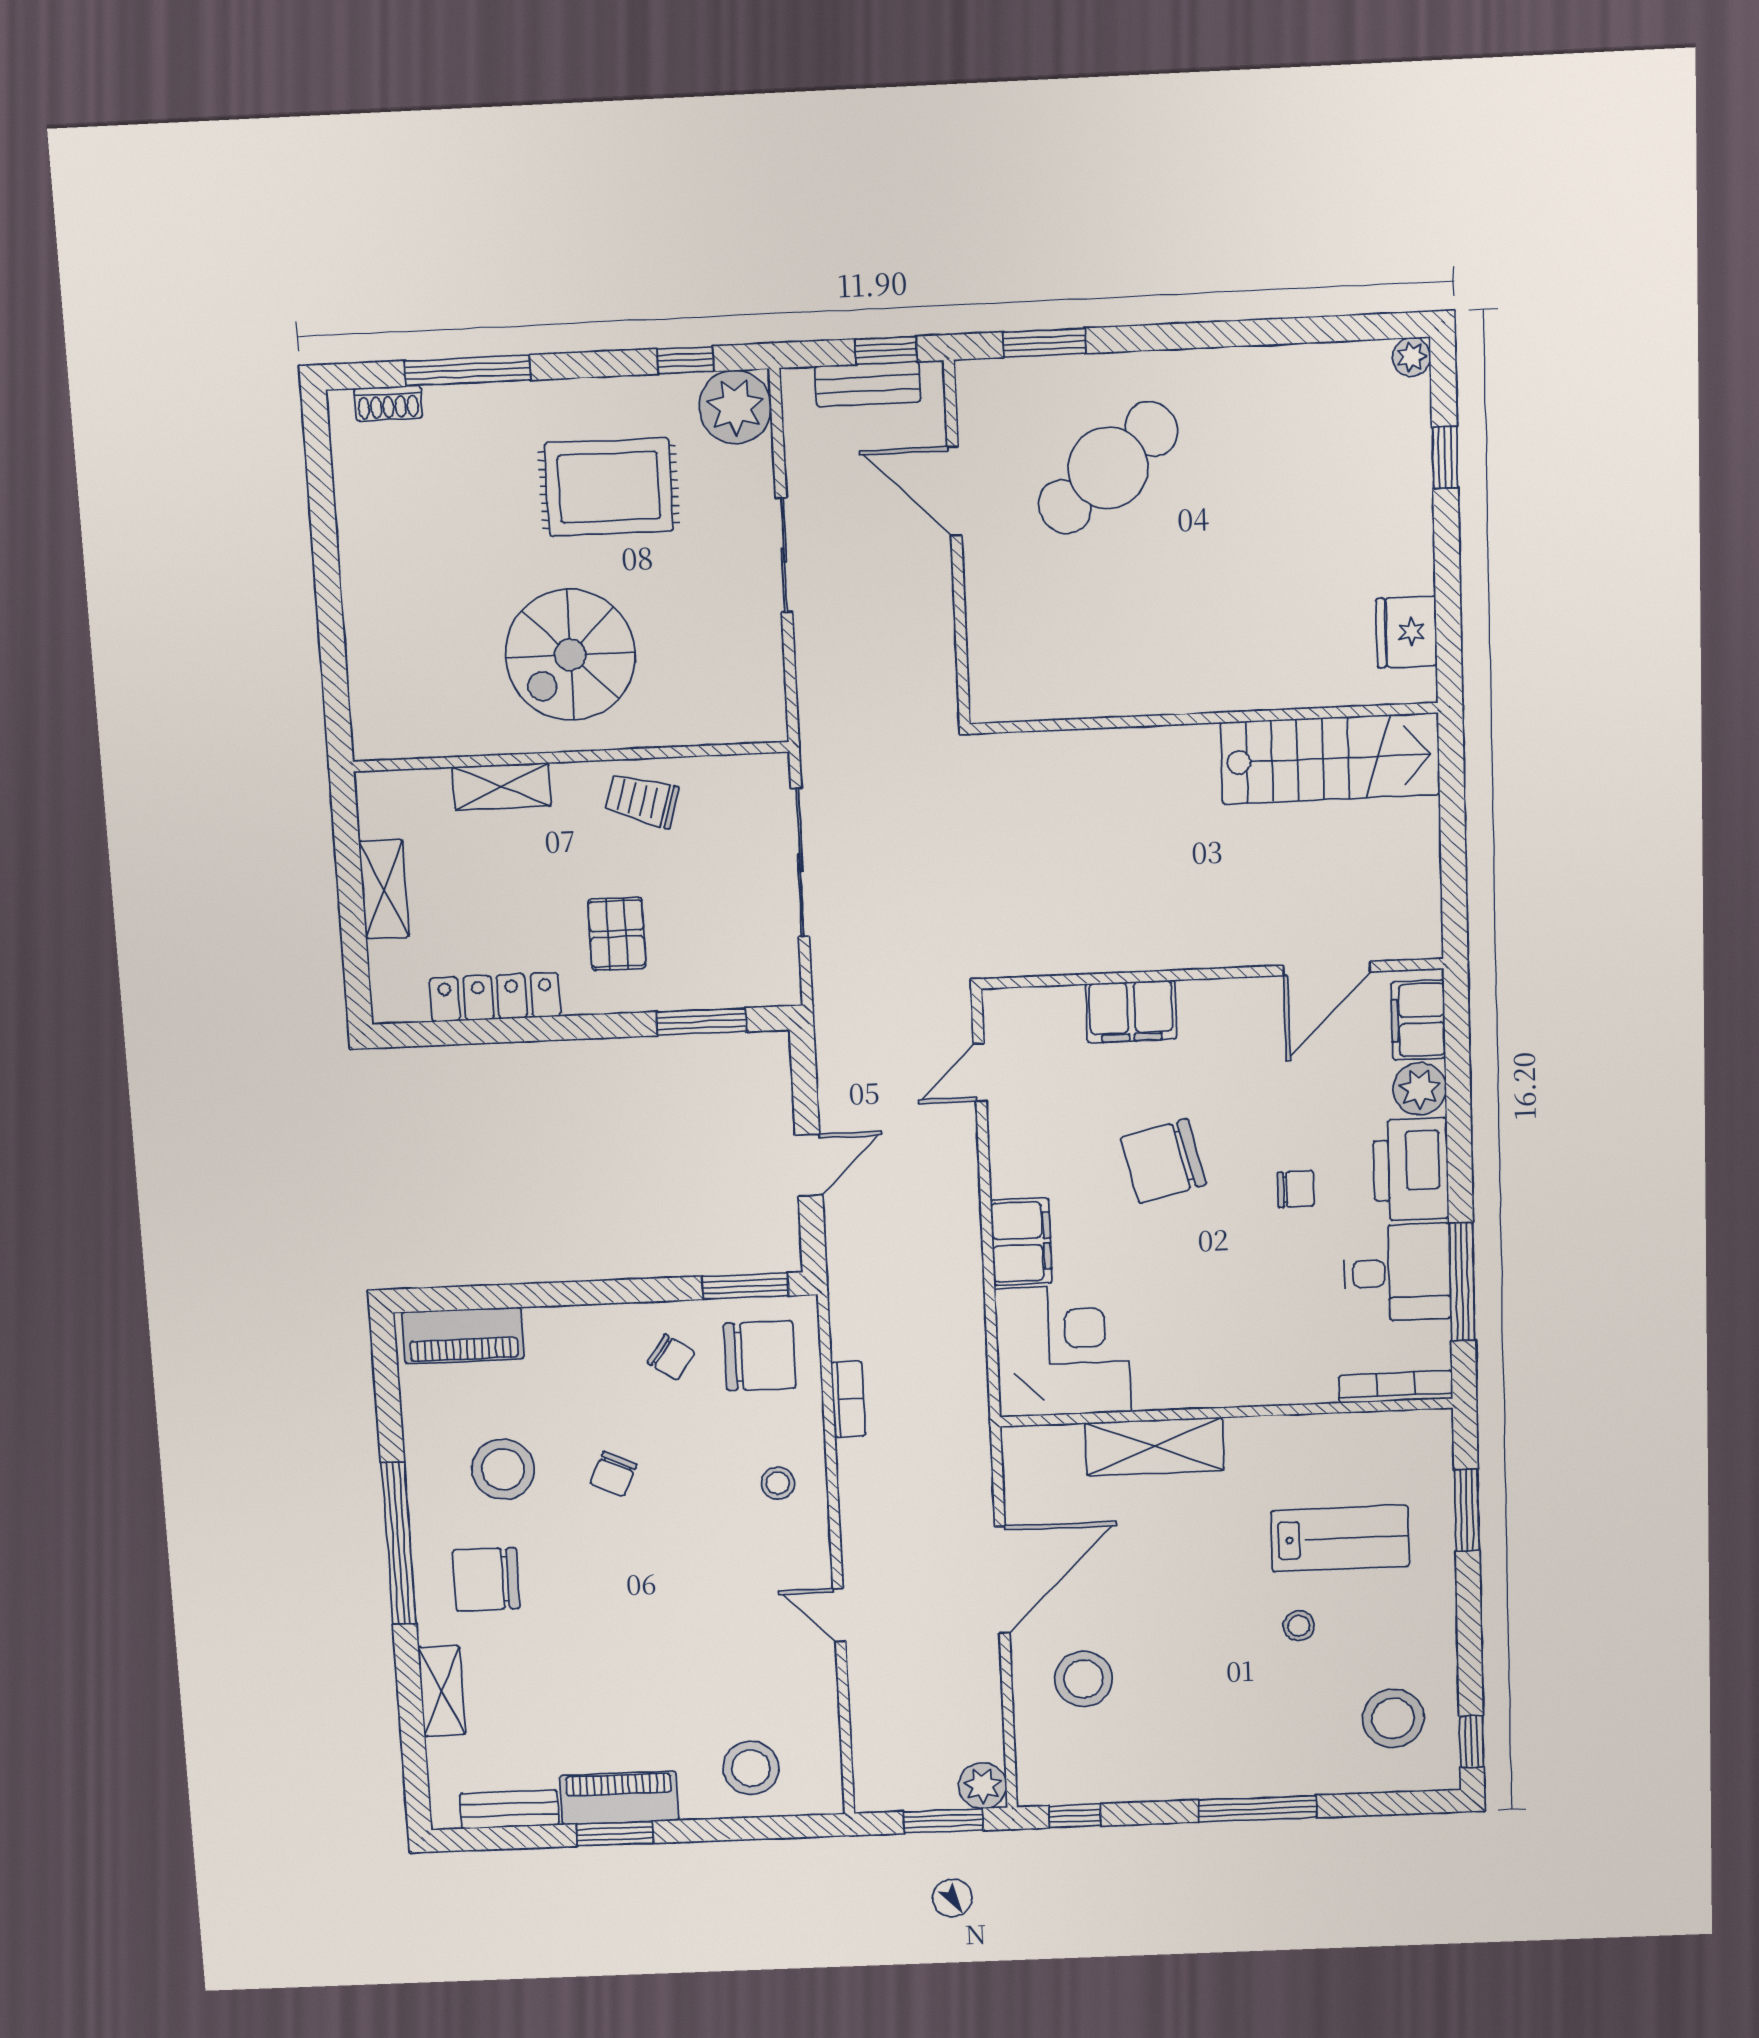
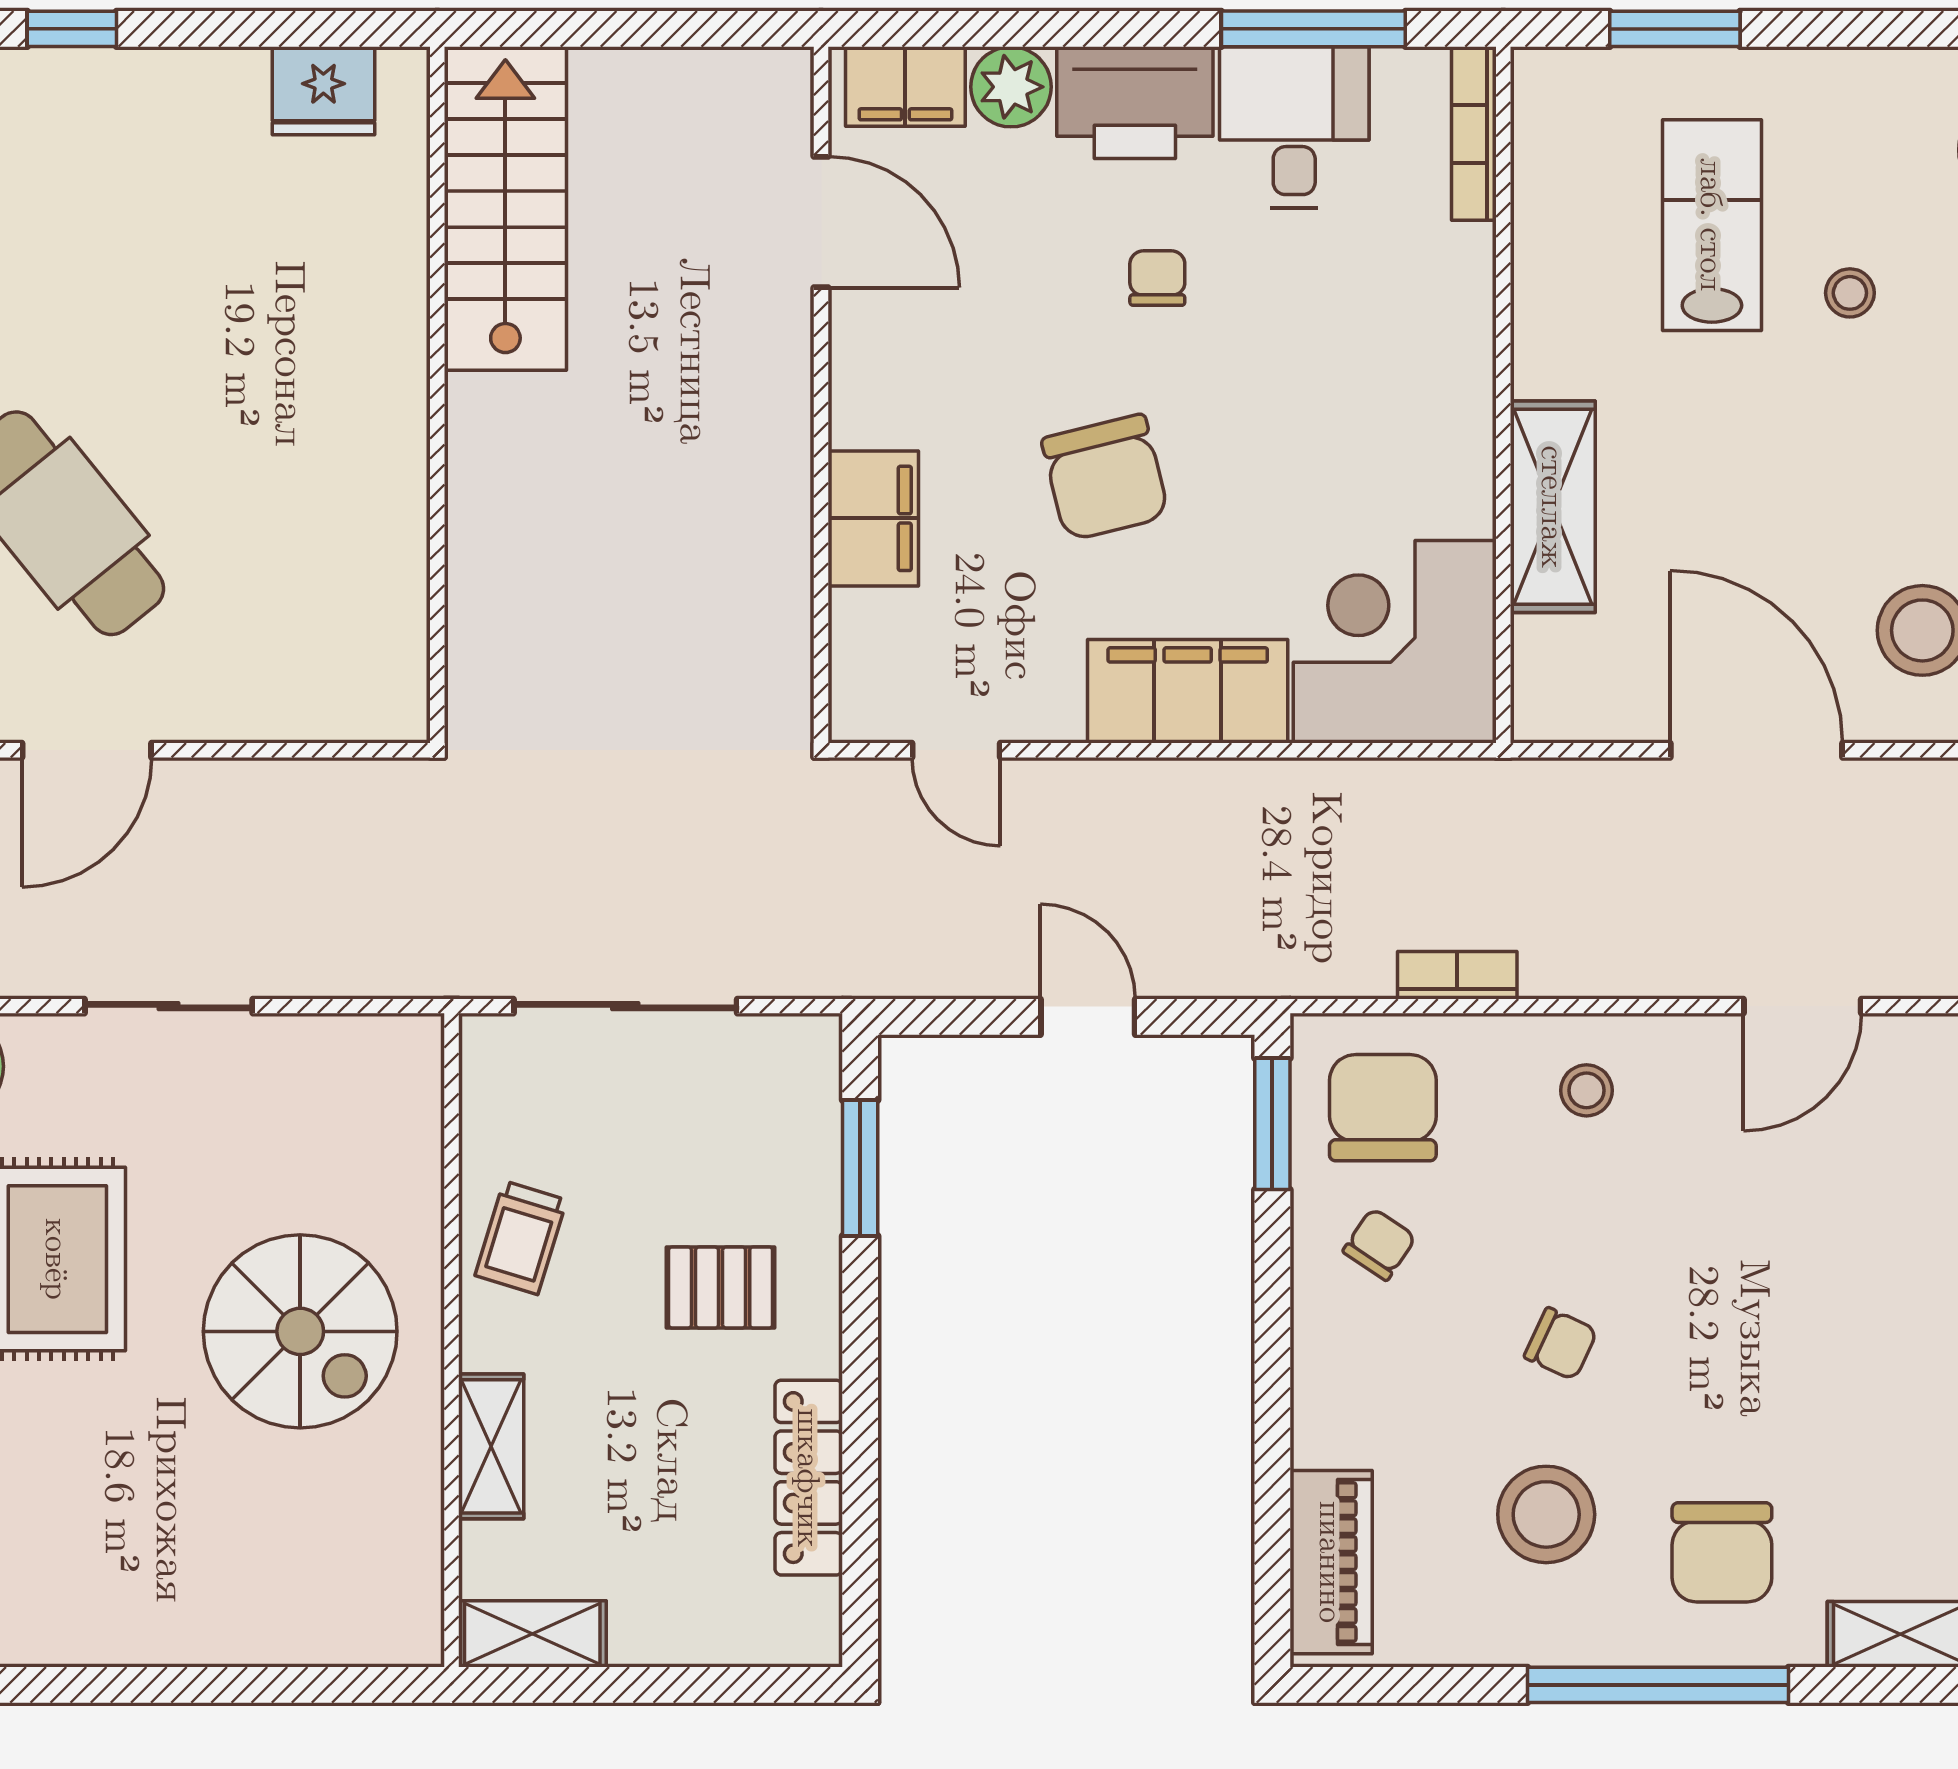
shelving: (384, 889) -> (532, 1634), moved
filing cabinet: (1021, 1242) -> (1188, 691), width x1.50, depth x1.17
door: (839, 1615) -> (1802, 1006), width x1.38

